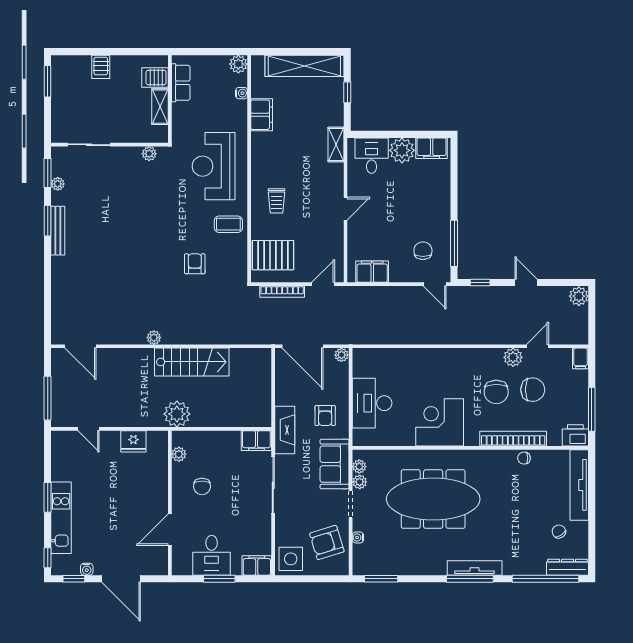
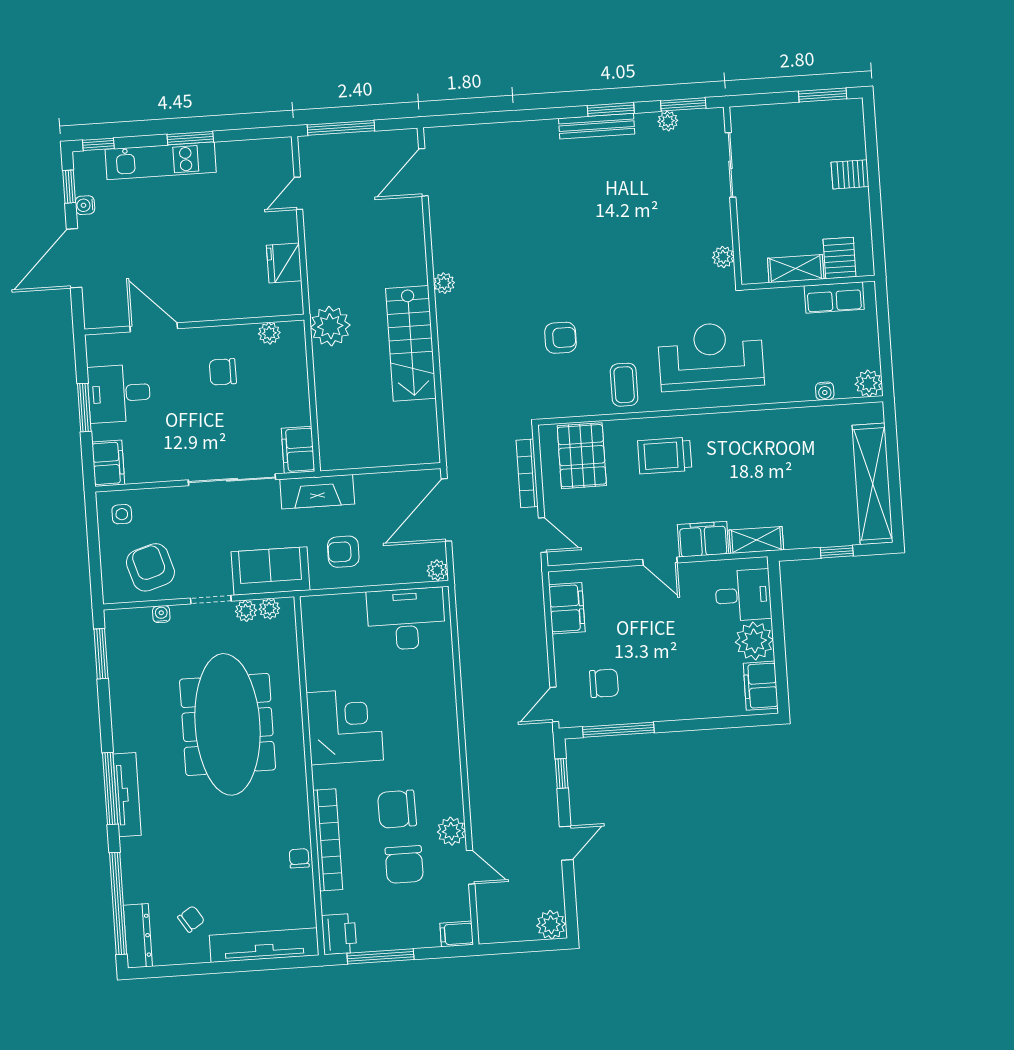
filing cabinet: (262, 115) -> (703, 539), moved, turned 180
trolley: (277, 201) -> (665, 456), width x1.36, depth x1.39
desk: (372, 403) -> (406, 619), moved
side table: (291, 559) -> (122, 514), width x0.54, depth x0.54

